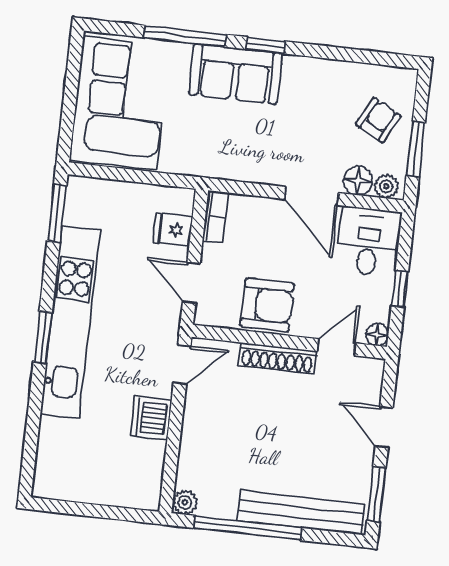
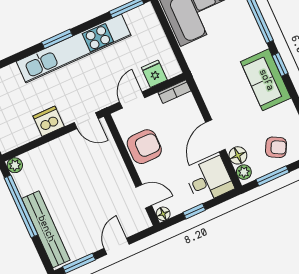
sofa: (235, 74) -> (266, 80), moved
armchair: (267, 305) -> (144, 147), turned -90
shoe rack: (277, 358) -> (119, 169), removed

